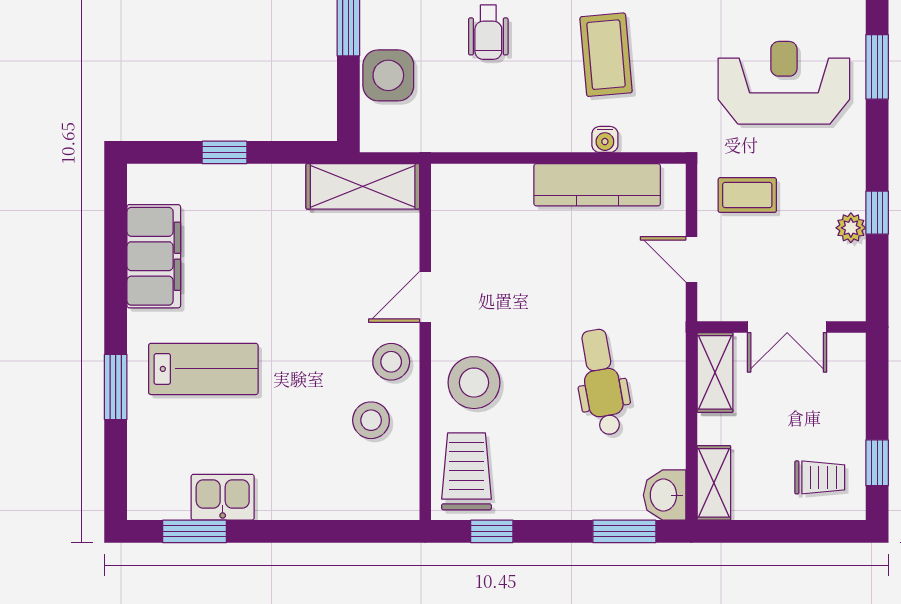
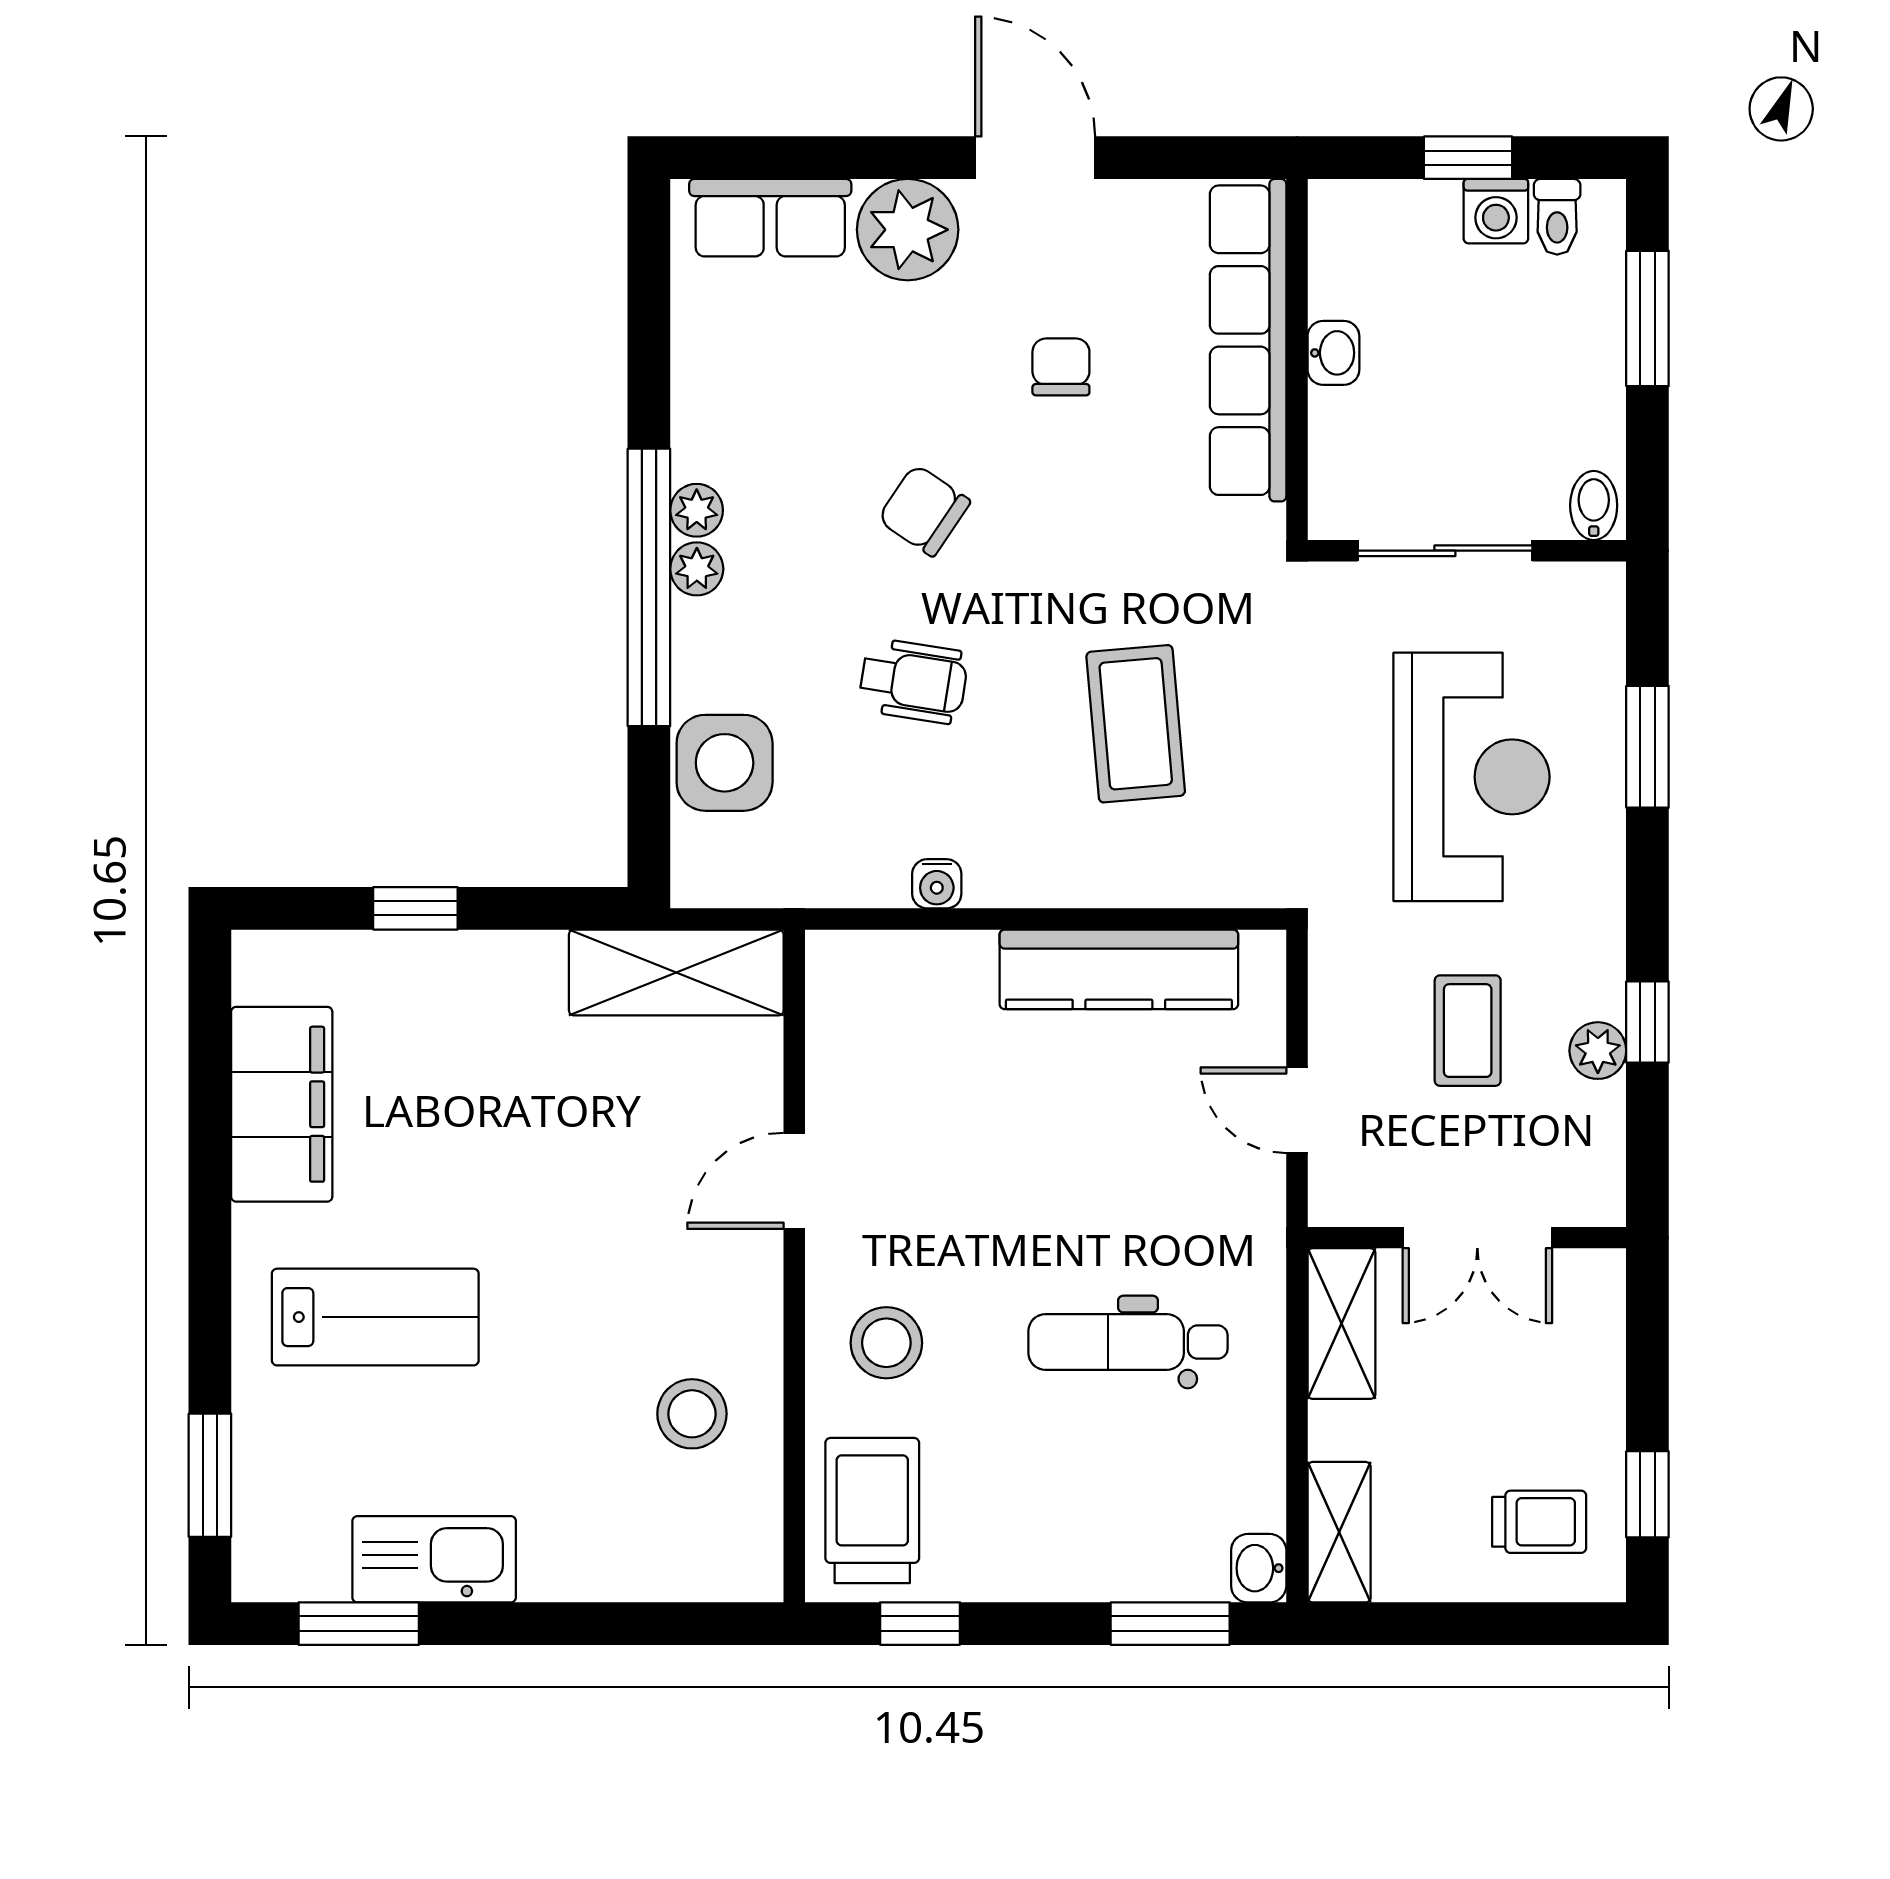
wheelchair: (488, 32) -> (913, 681), turned -81
reception desk: (784, 83) -> (1471, 777), turned 90
water cooler: (605, 139) -> (937, 884), moved
coffee table: (747, 195) -> (1468, 1031), moved, turned 90
stool: (391, 362) -> (730, 1303), removed
dental chair: (602, 382) -> (1128, 1342), turned -80
stool: (474, 383) -> (886, 1343), width x0.73, depth x0.73
window: (116, 387) -> (210, 1475), moved
washbasin: (665, 495) -> (1259, 1568), width x0.72, depth x0.69
kitchen sink: (223, 497) -> (434, 1559), width x1.38

